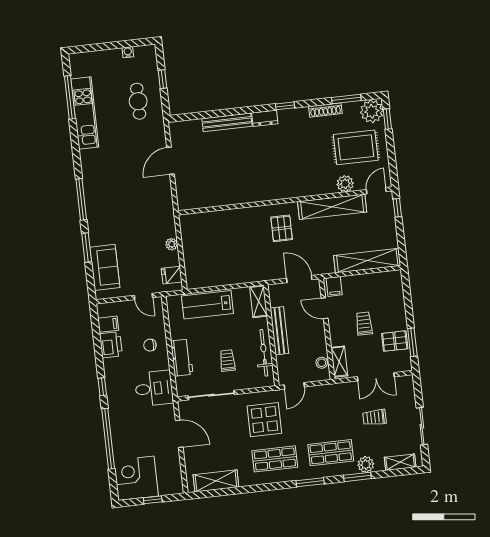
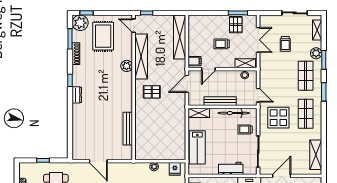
bench: (227, 122) -> (128, 129), moved
plant: (345, 184) -> (127, 66), moved
trolley: (227, 361) -> (245, 129), moved

